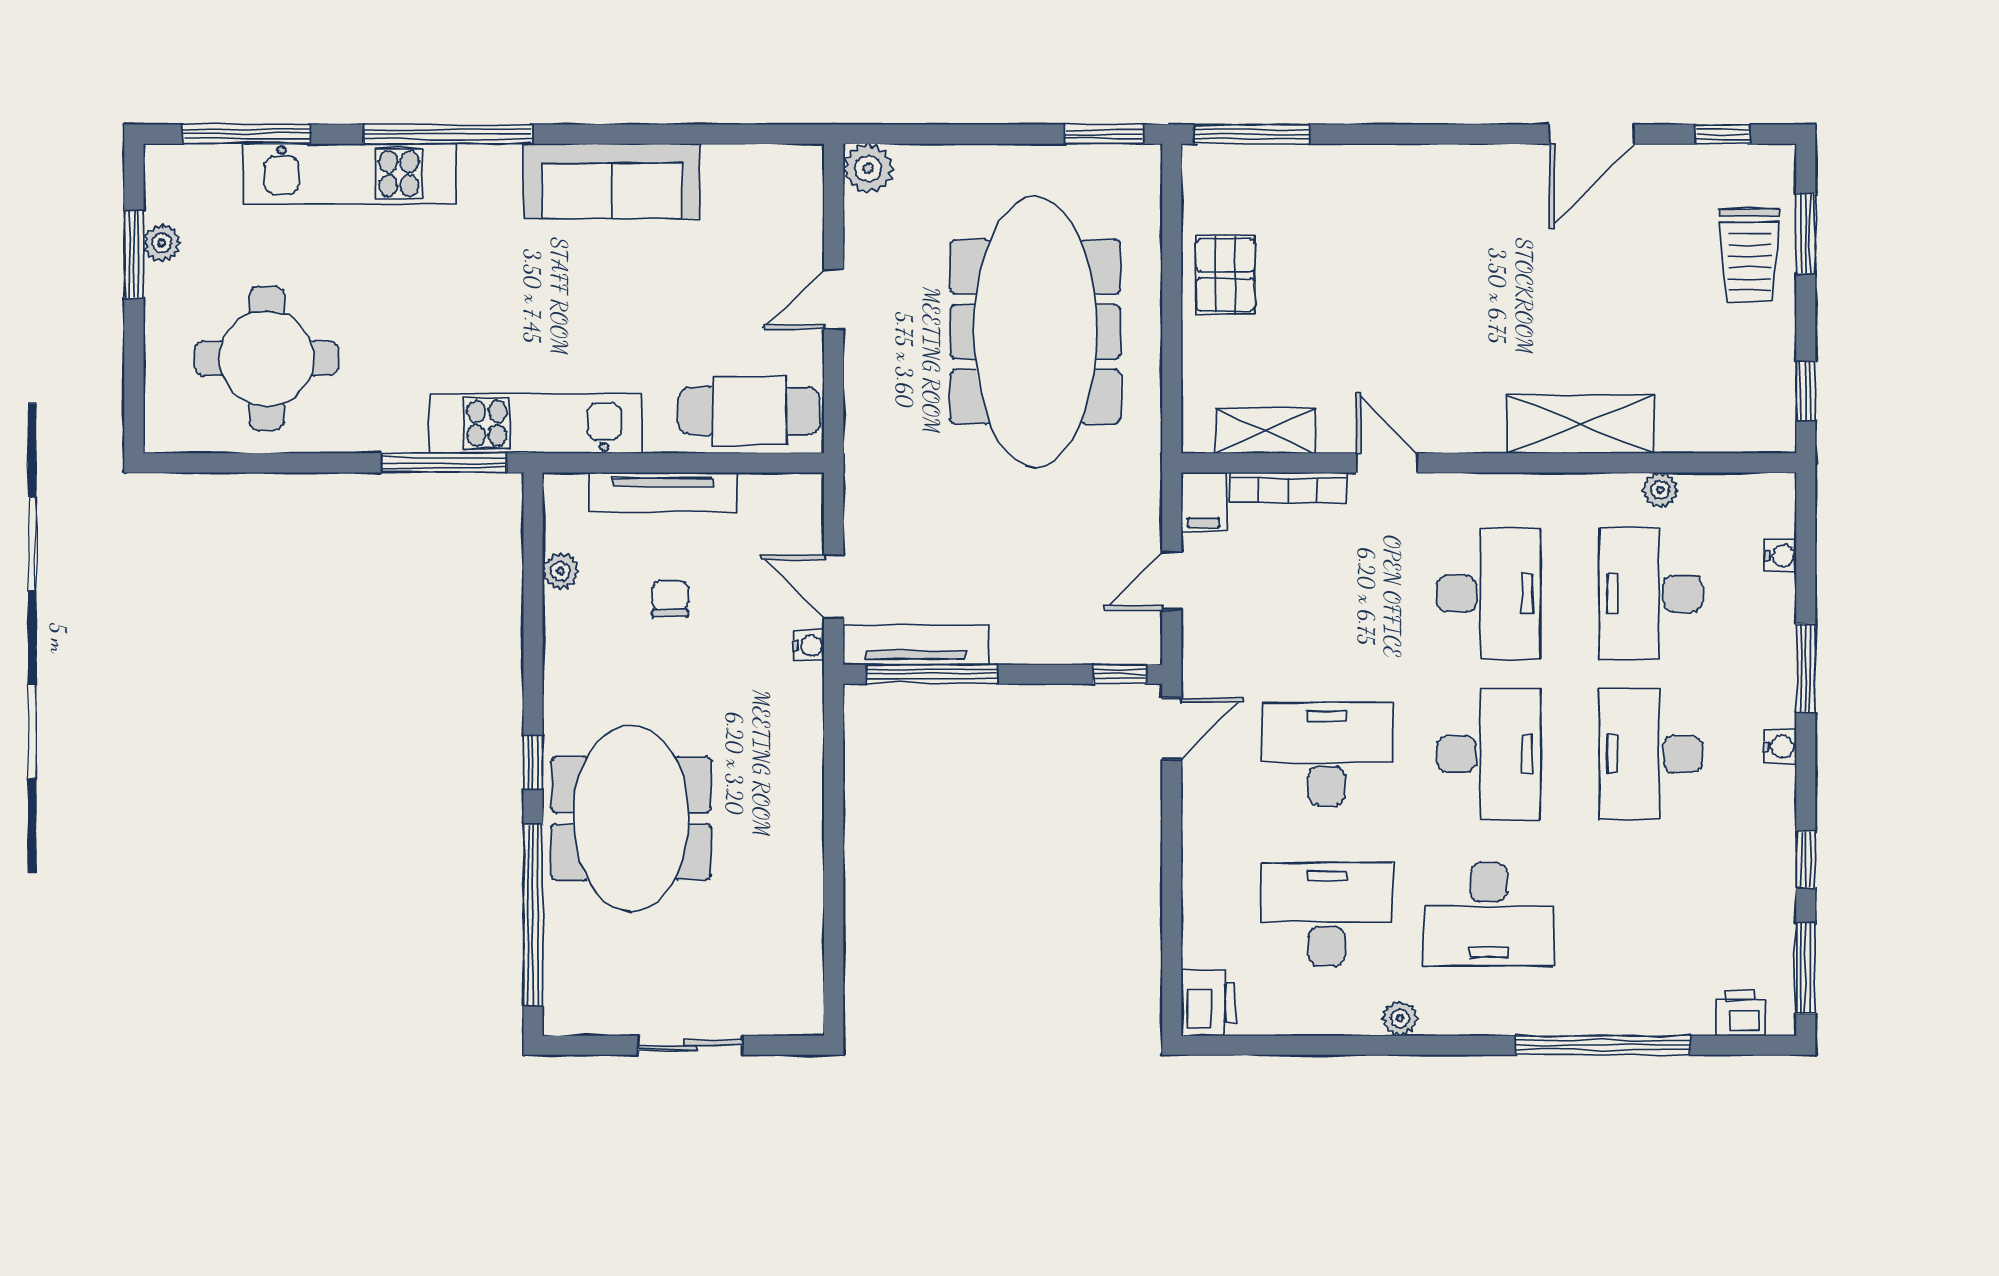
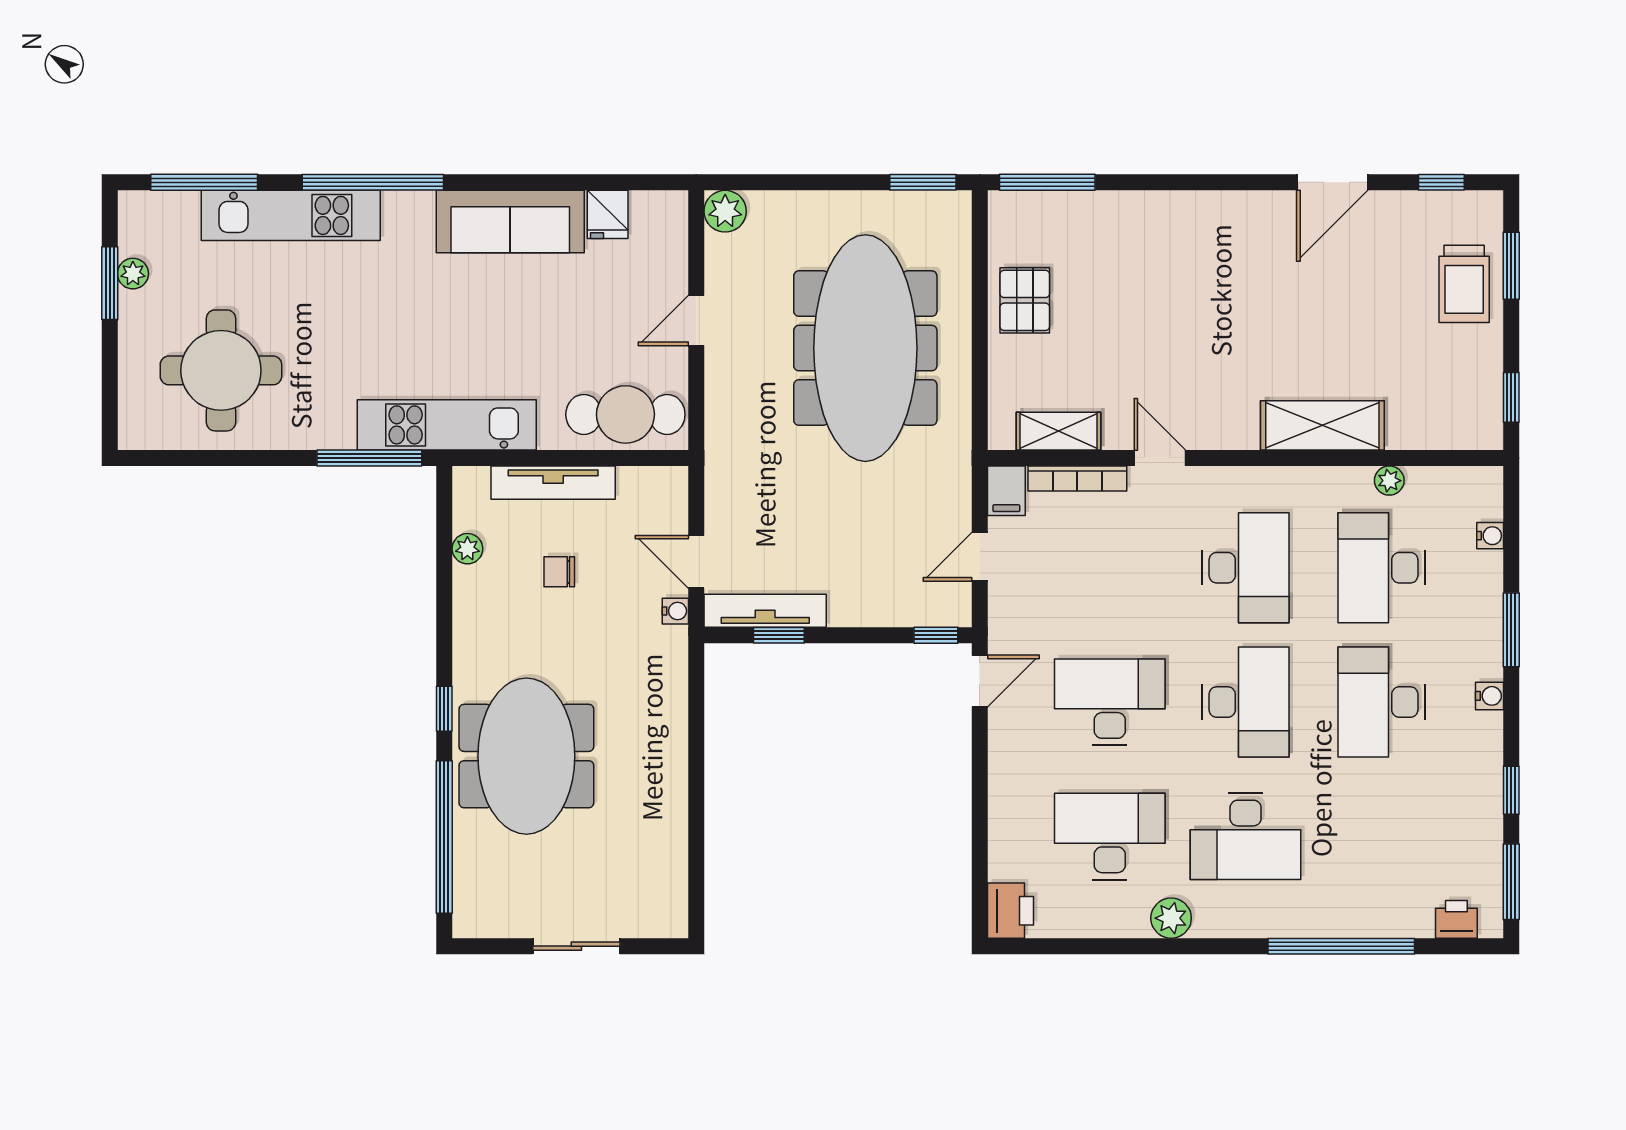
fridge: (728, 172) -> (608, 214), added
chair: (670, 599) -> (559, 572), turned -90
window: (932, 674) -> (779, 635), width x0.46
plant: (1400, 1018) -> (1171, 918), width x1.38, depth x1.38

